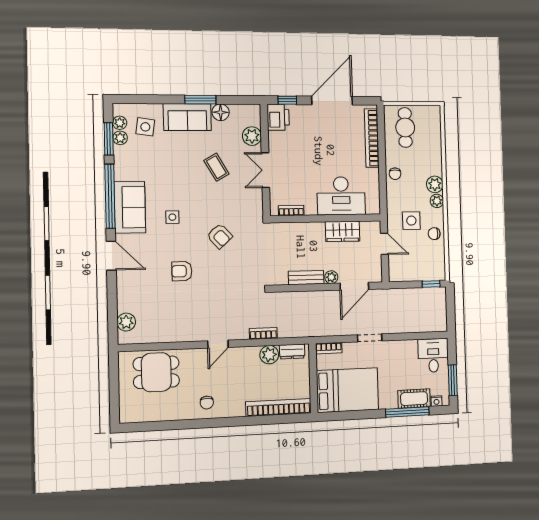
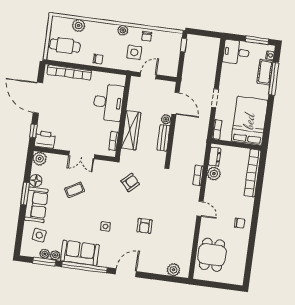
plant: (120, 123) -> (55, 255), moved
plant: (252, 136) -> (40, 159), moved
plant: (435, 184) -> (79, 26), moved
sofa: (130, 207) -> (80, 253), moved
wardrobe: (343, 231) -> (131, 130), moved, width x1.50
armchair: (220, 236) -> (130, 182), moved

